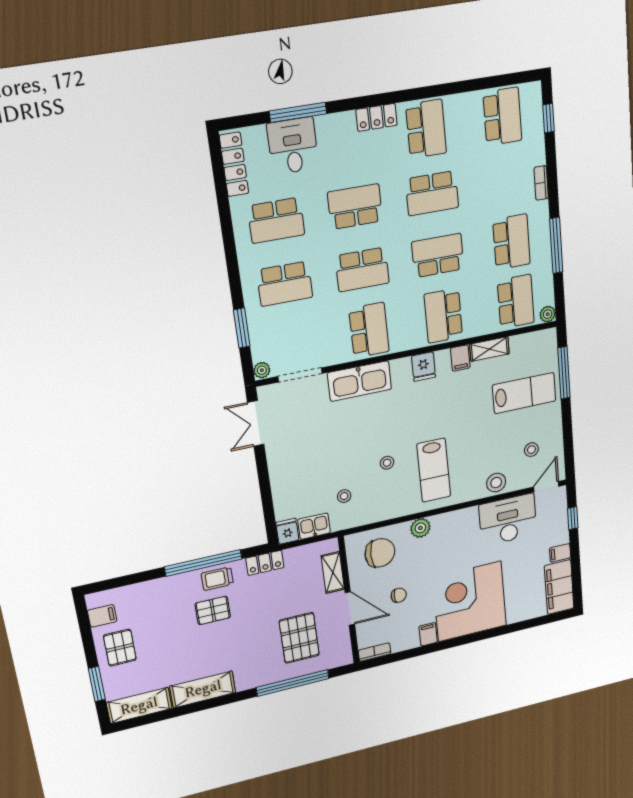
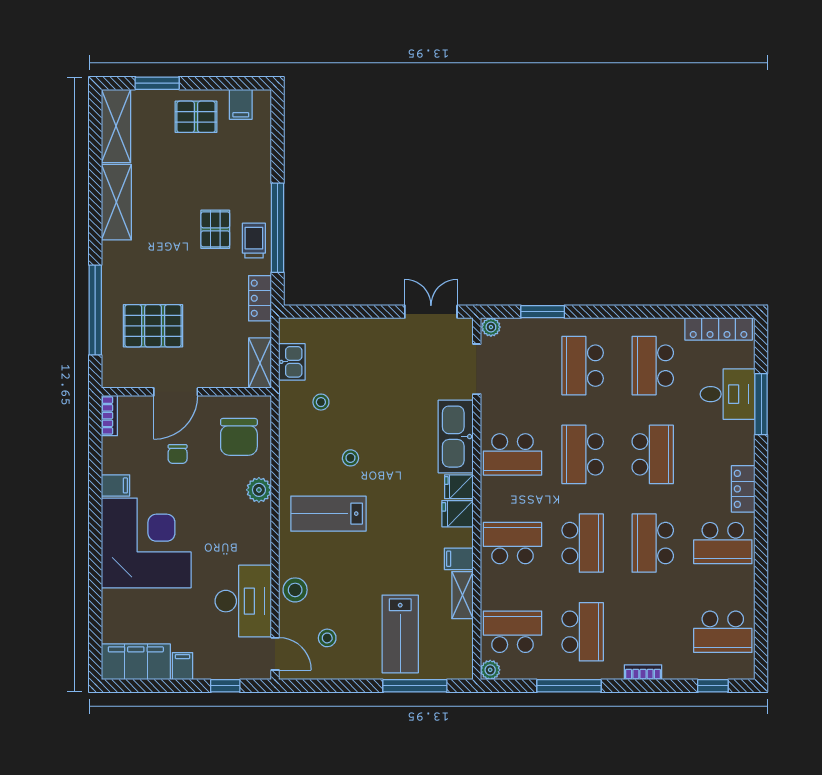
school desk: (512, 242) -> (583, 632), turned -90
school desk: (516, 302) -> (513, 632), turned 180
fridge: (287, 531) -> (459, 487), moved, turned 180
shelving: (333, 573) -> (260, 363), moved, turned 90

